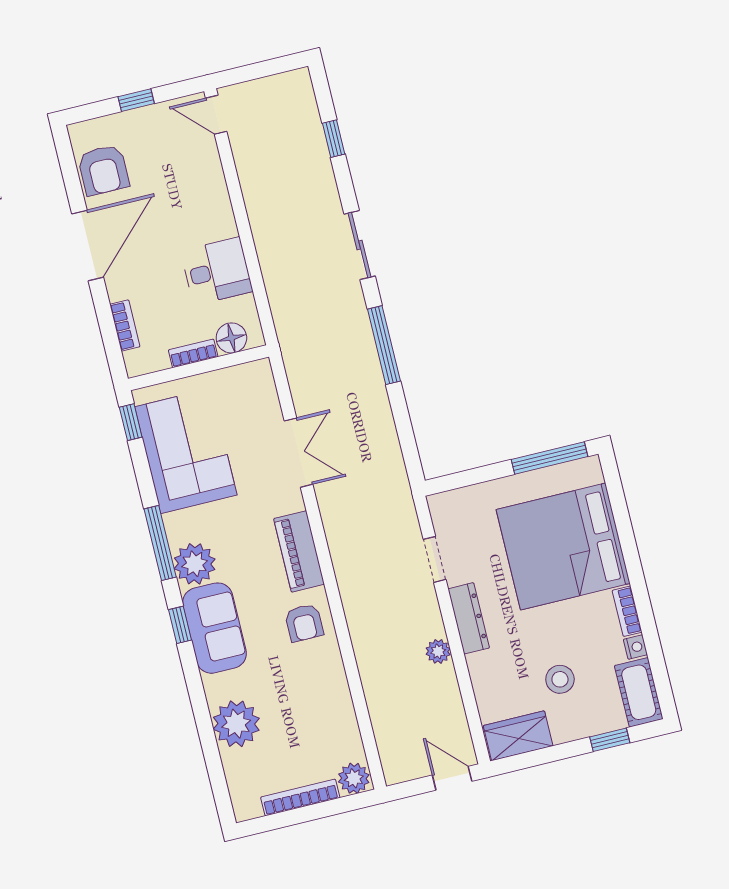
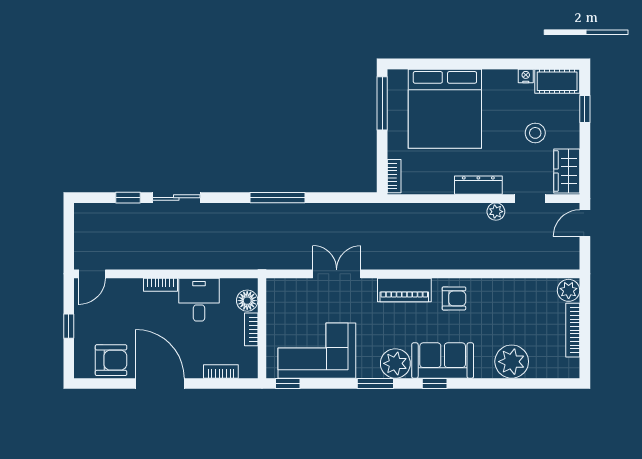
bookcase: (224, 213) -> (160, 285), added
sliding door: (360, 245) -> (176, 198), moved
window: (160, 543) -> (375, 384), width x0.69
doorway: (435, 559) -> (530, 199), moved
bookcase: (627, 611) -> (394, 176), moved, turned -90

